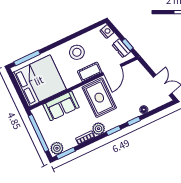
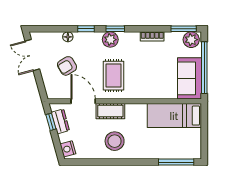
door: (112, 70) -> (83, 101), hinge flipped
bed: (39, 81) -> (174, 116), width x0.49
armchair: (135, 89) -> (67, 66), added
rug: (99, 98) -> (113, 76), width x0.73, depth x0.70
sofa: (61, 106) -> (190, 78), moved, turned -90
plant: (99, 129) -> (110, 40), moved

